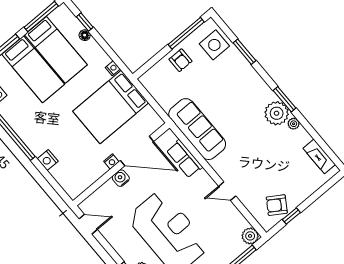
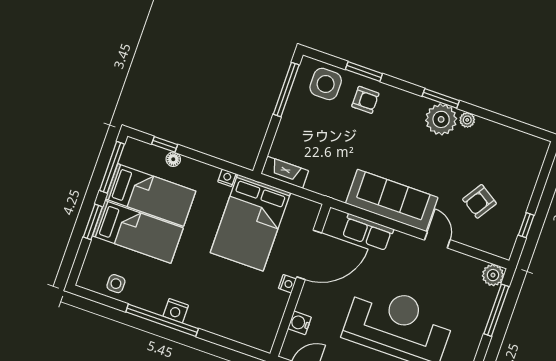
armchair: (181, 60) -> (365, 100), moved
sofa: (197, 129) -> (392, 200), moved
fireplace: (319, 156) -> (285, 172), moved, turned 180
nightstand: (48, 160) -> (176, 311), moved
water cooler: (121, 178) -> (300, 323), moved
door: (227, 191) -> (437, 240), swing flipped
armchair: (277, 205) -> (479, 201), moved

